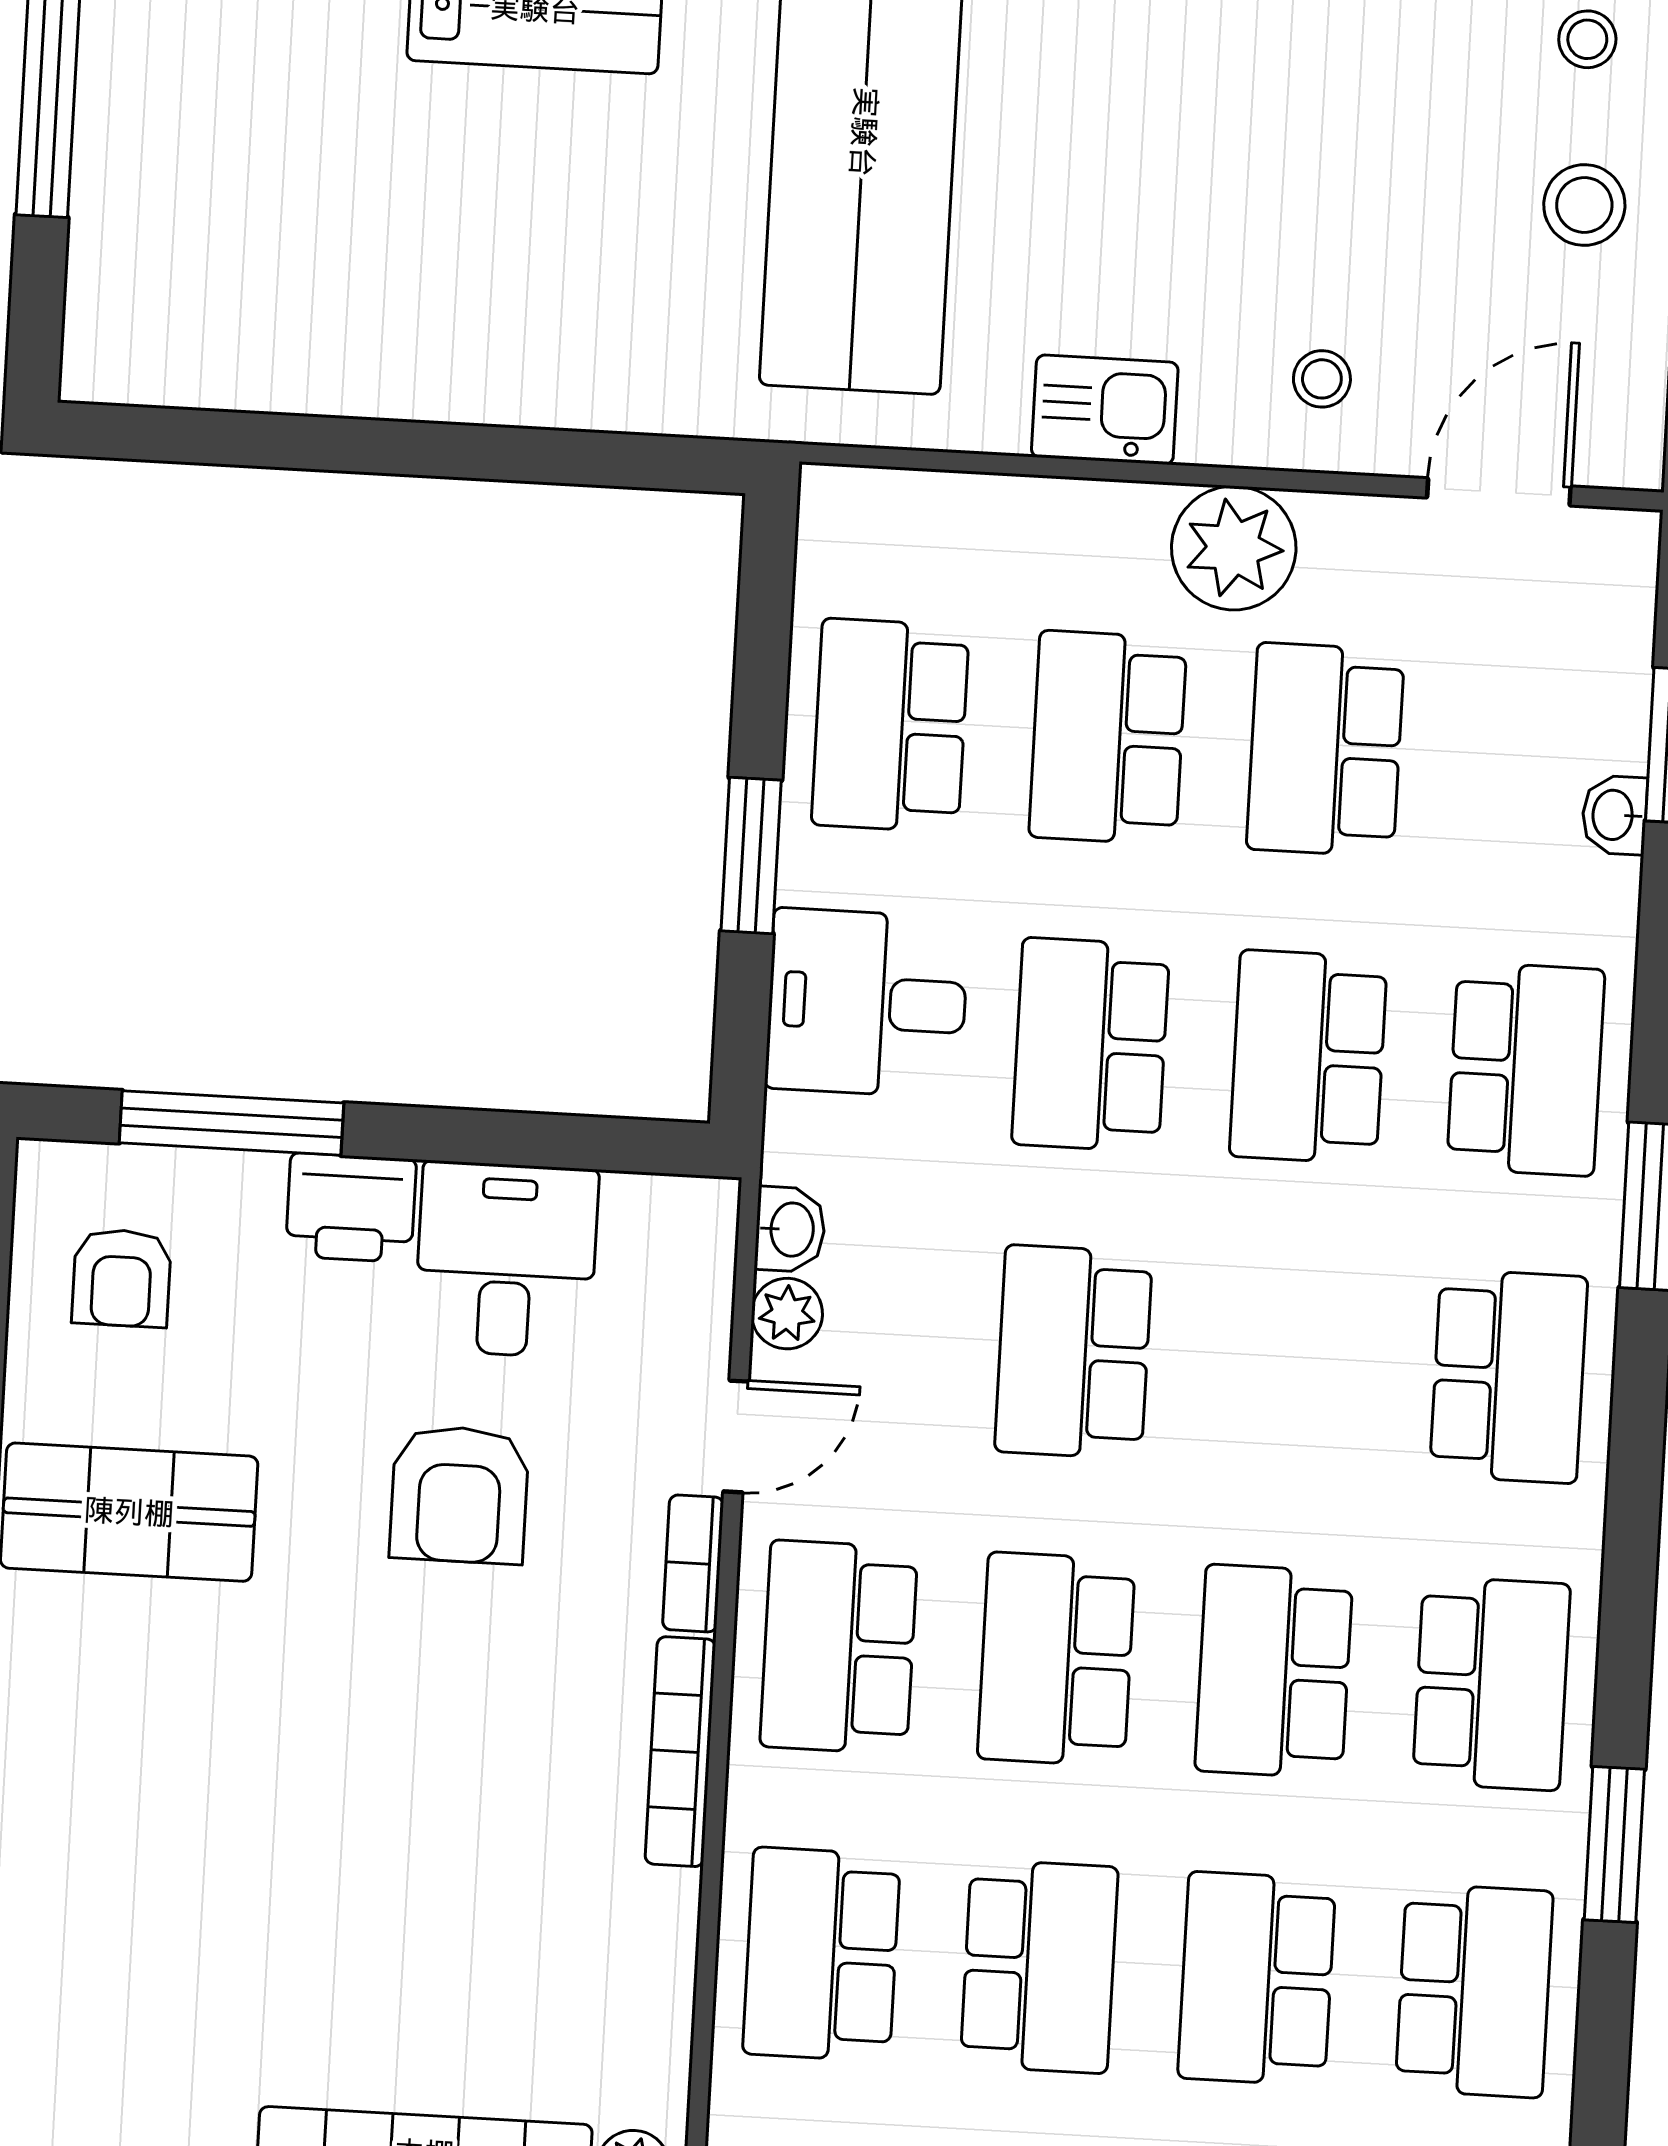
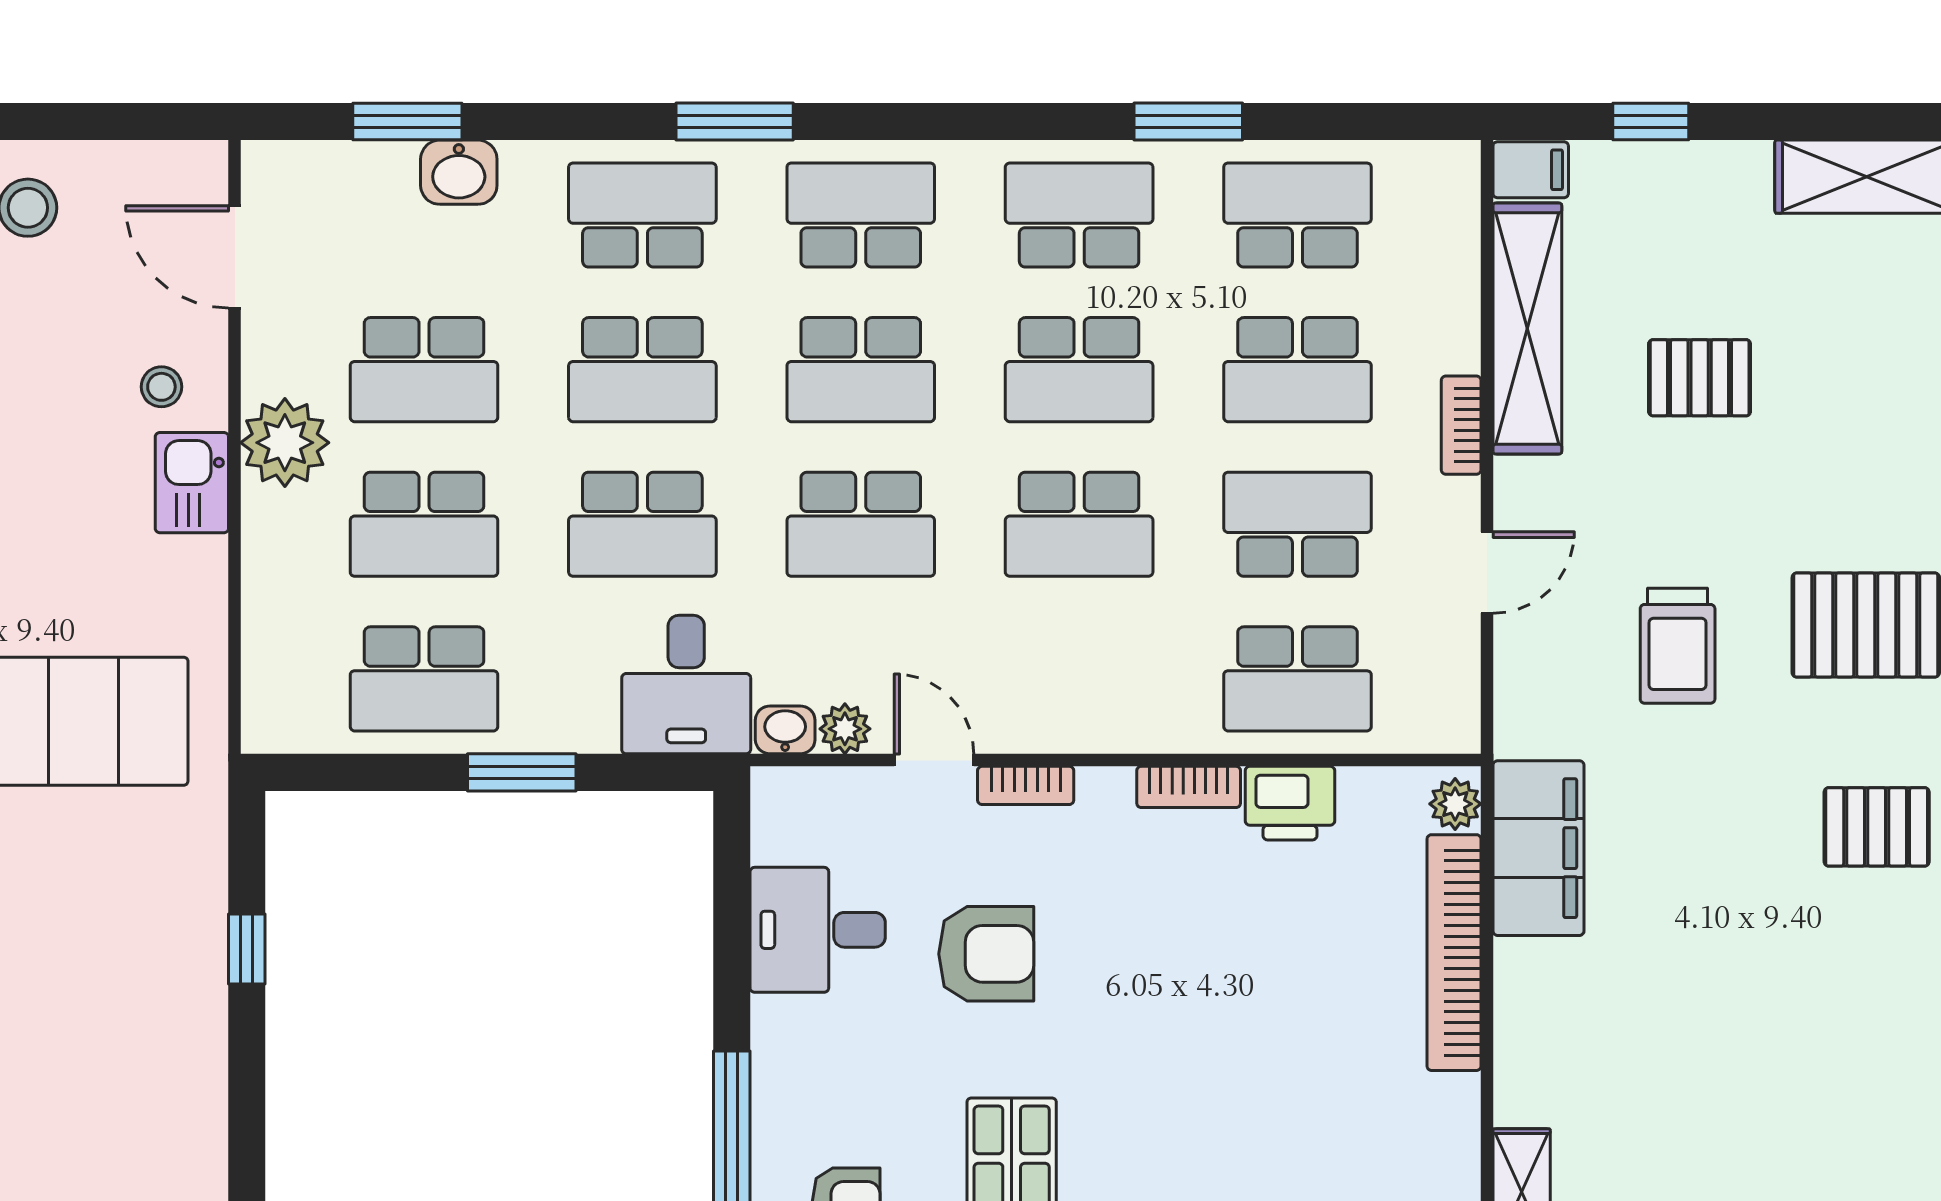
kitchen sink: (1105, 410) -> (192, 483), moved
window: (524, 455) -> (247, 949), added
washbasin: (1614, 815) -> (459, 172), width x1.38, depth x1.45
desk: (867, 1003) -> (686, 685), moved
printer: (351, 1208) -> (1290, 803), moved, turned 90
school desk: (839, 1647) -> (861, 370), moved
bookcase: (680, 1752) -> (1189, 787), width x0.64

